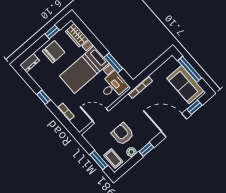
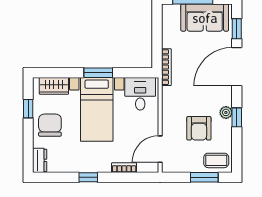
window: (113, 63) -> (98, 73), moved
door: (100, 116) -> (160, 149), moved
armchair: (123, 134) -> (199, 128), turned -90
plant: (131, 152) -> (226, 112), moved

